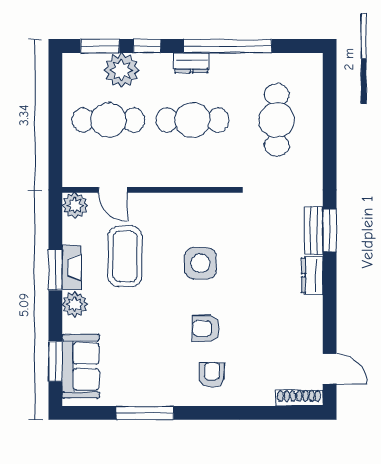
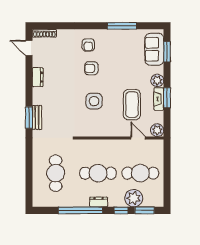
dresser: (312, 275) -> (38, 77), moved
armchair: (206, 328) -> (91, 68), turned 180

